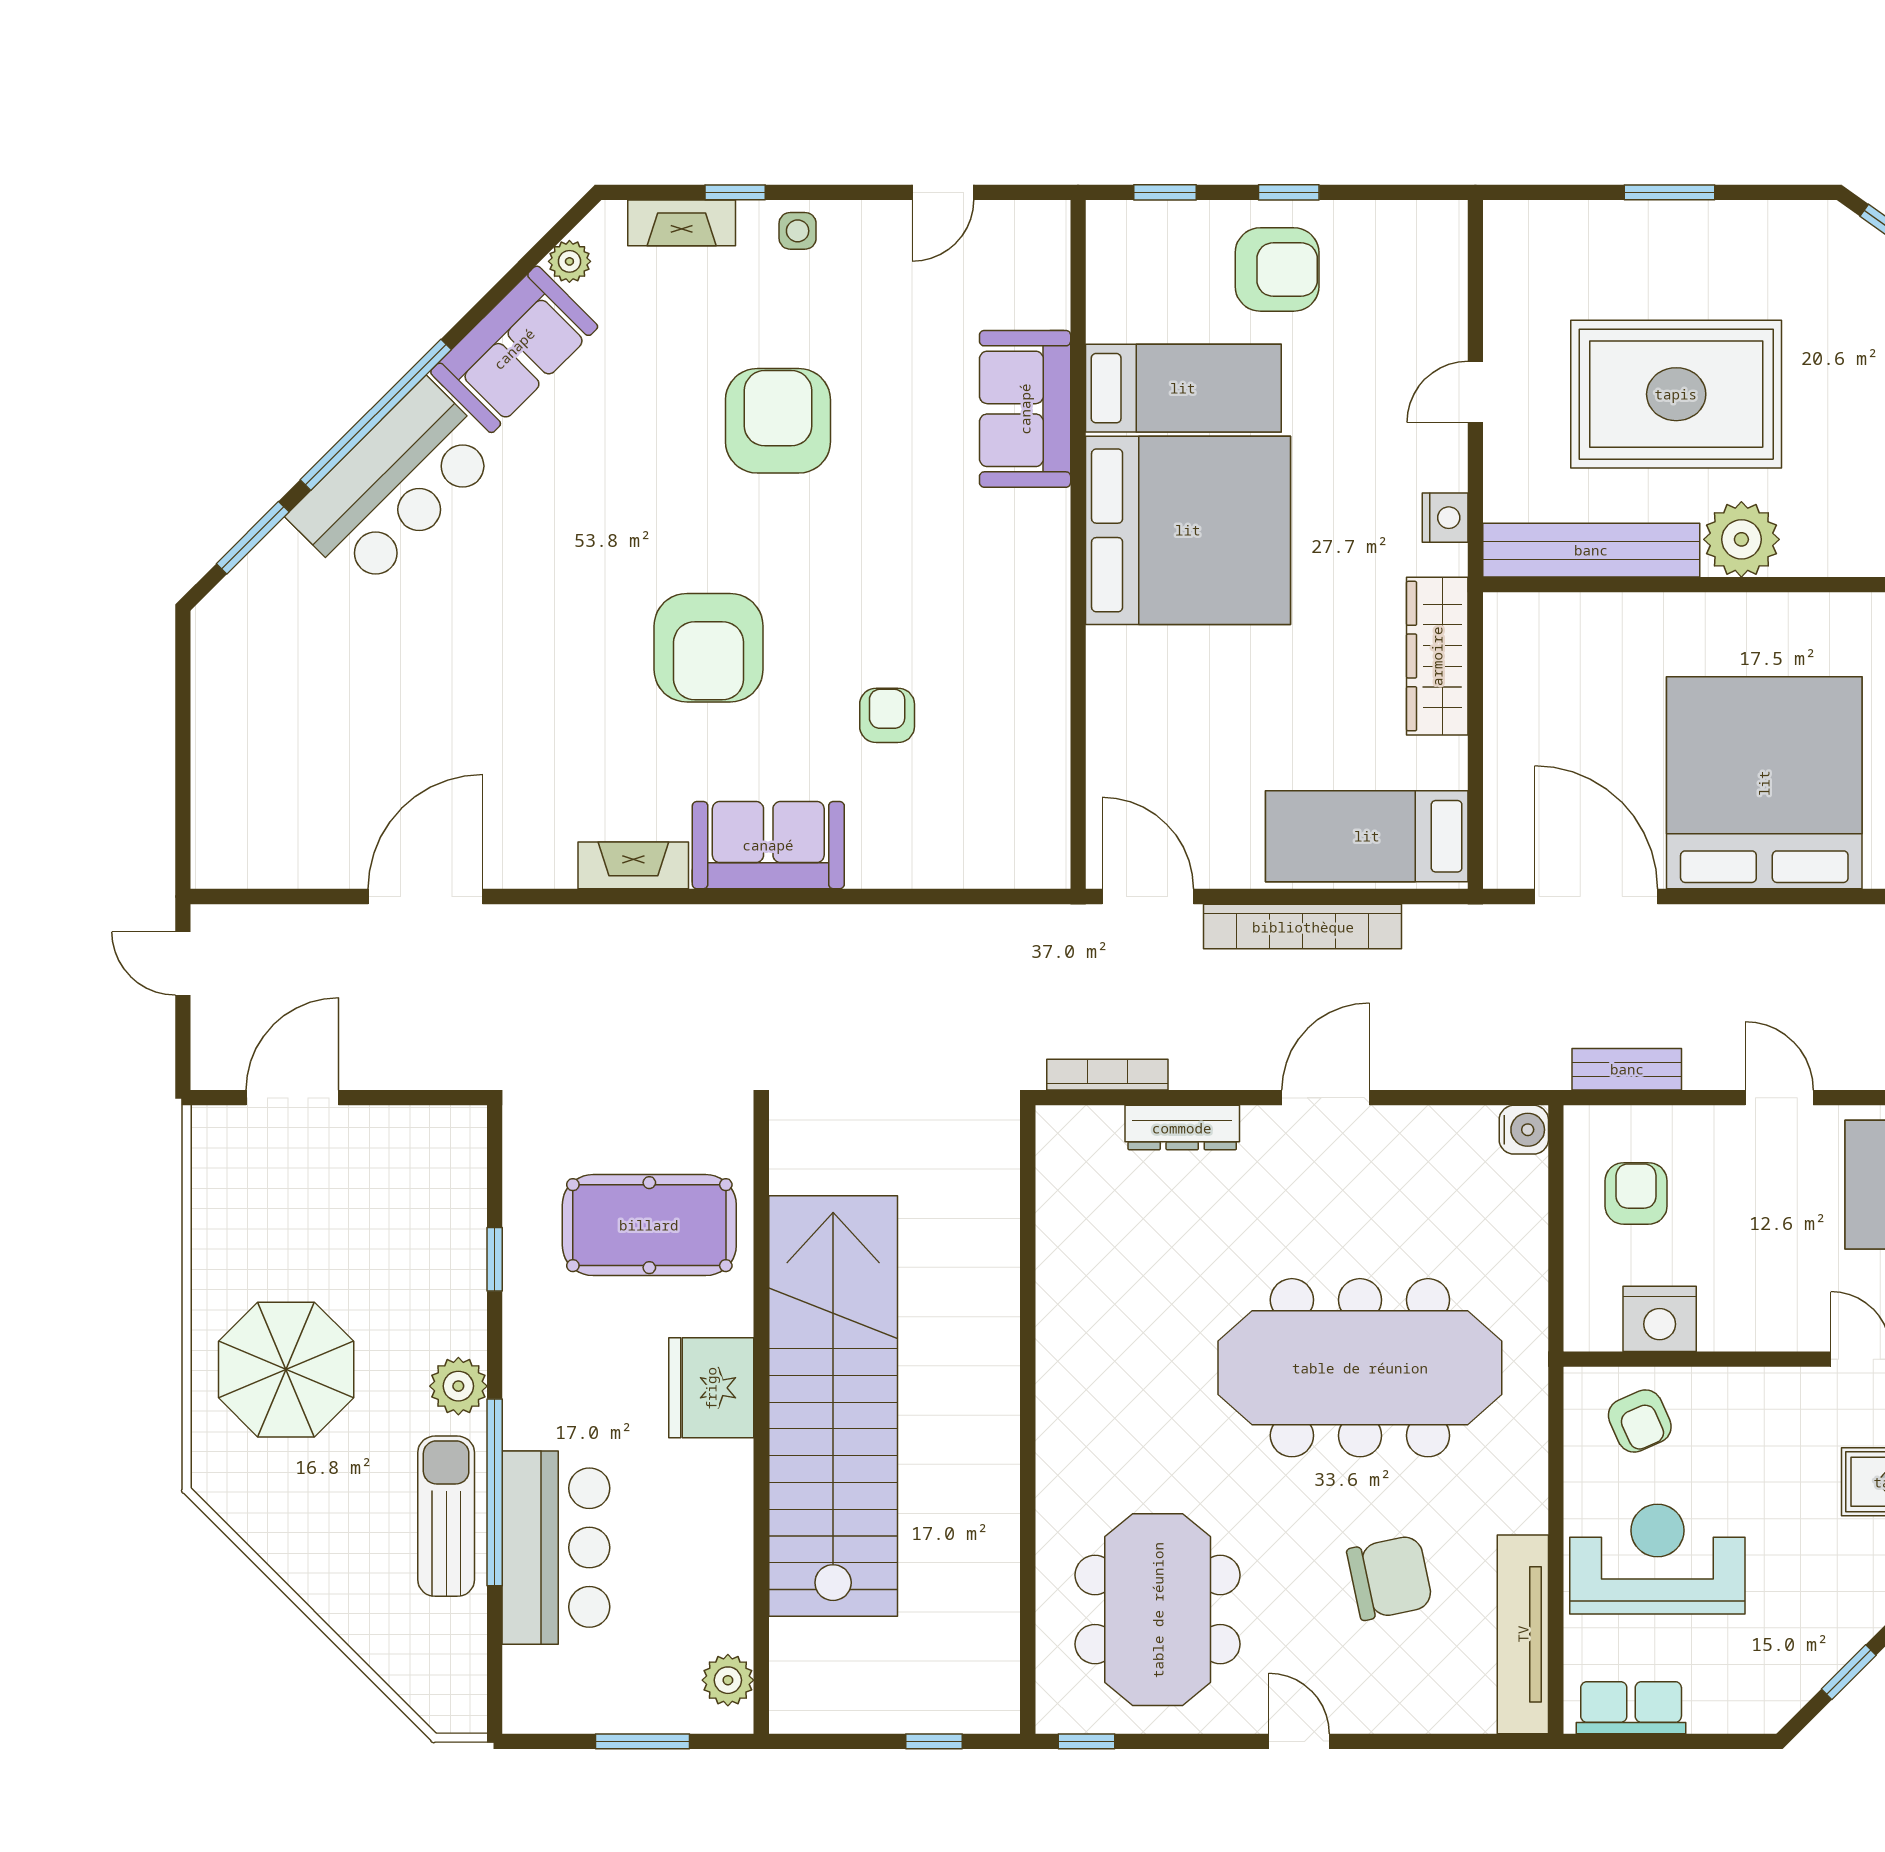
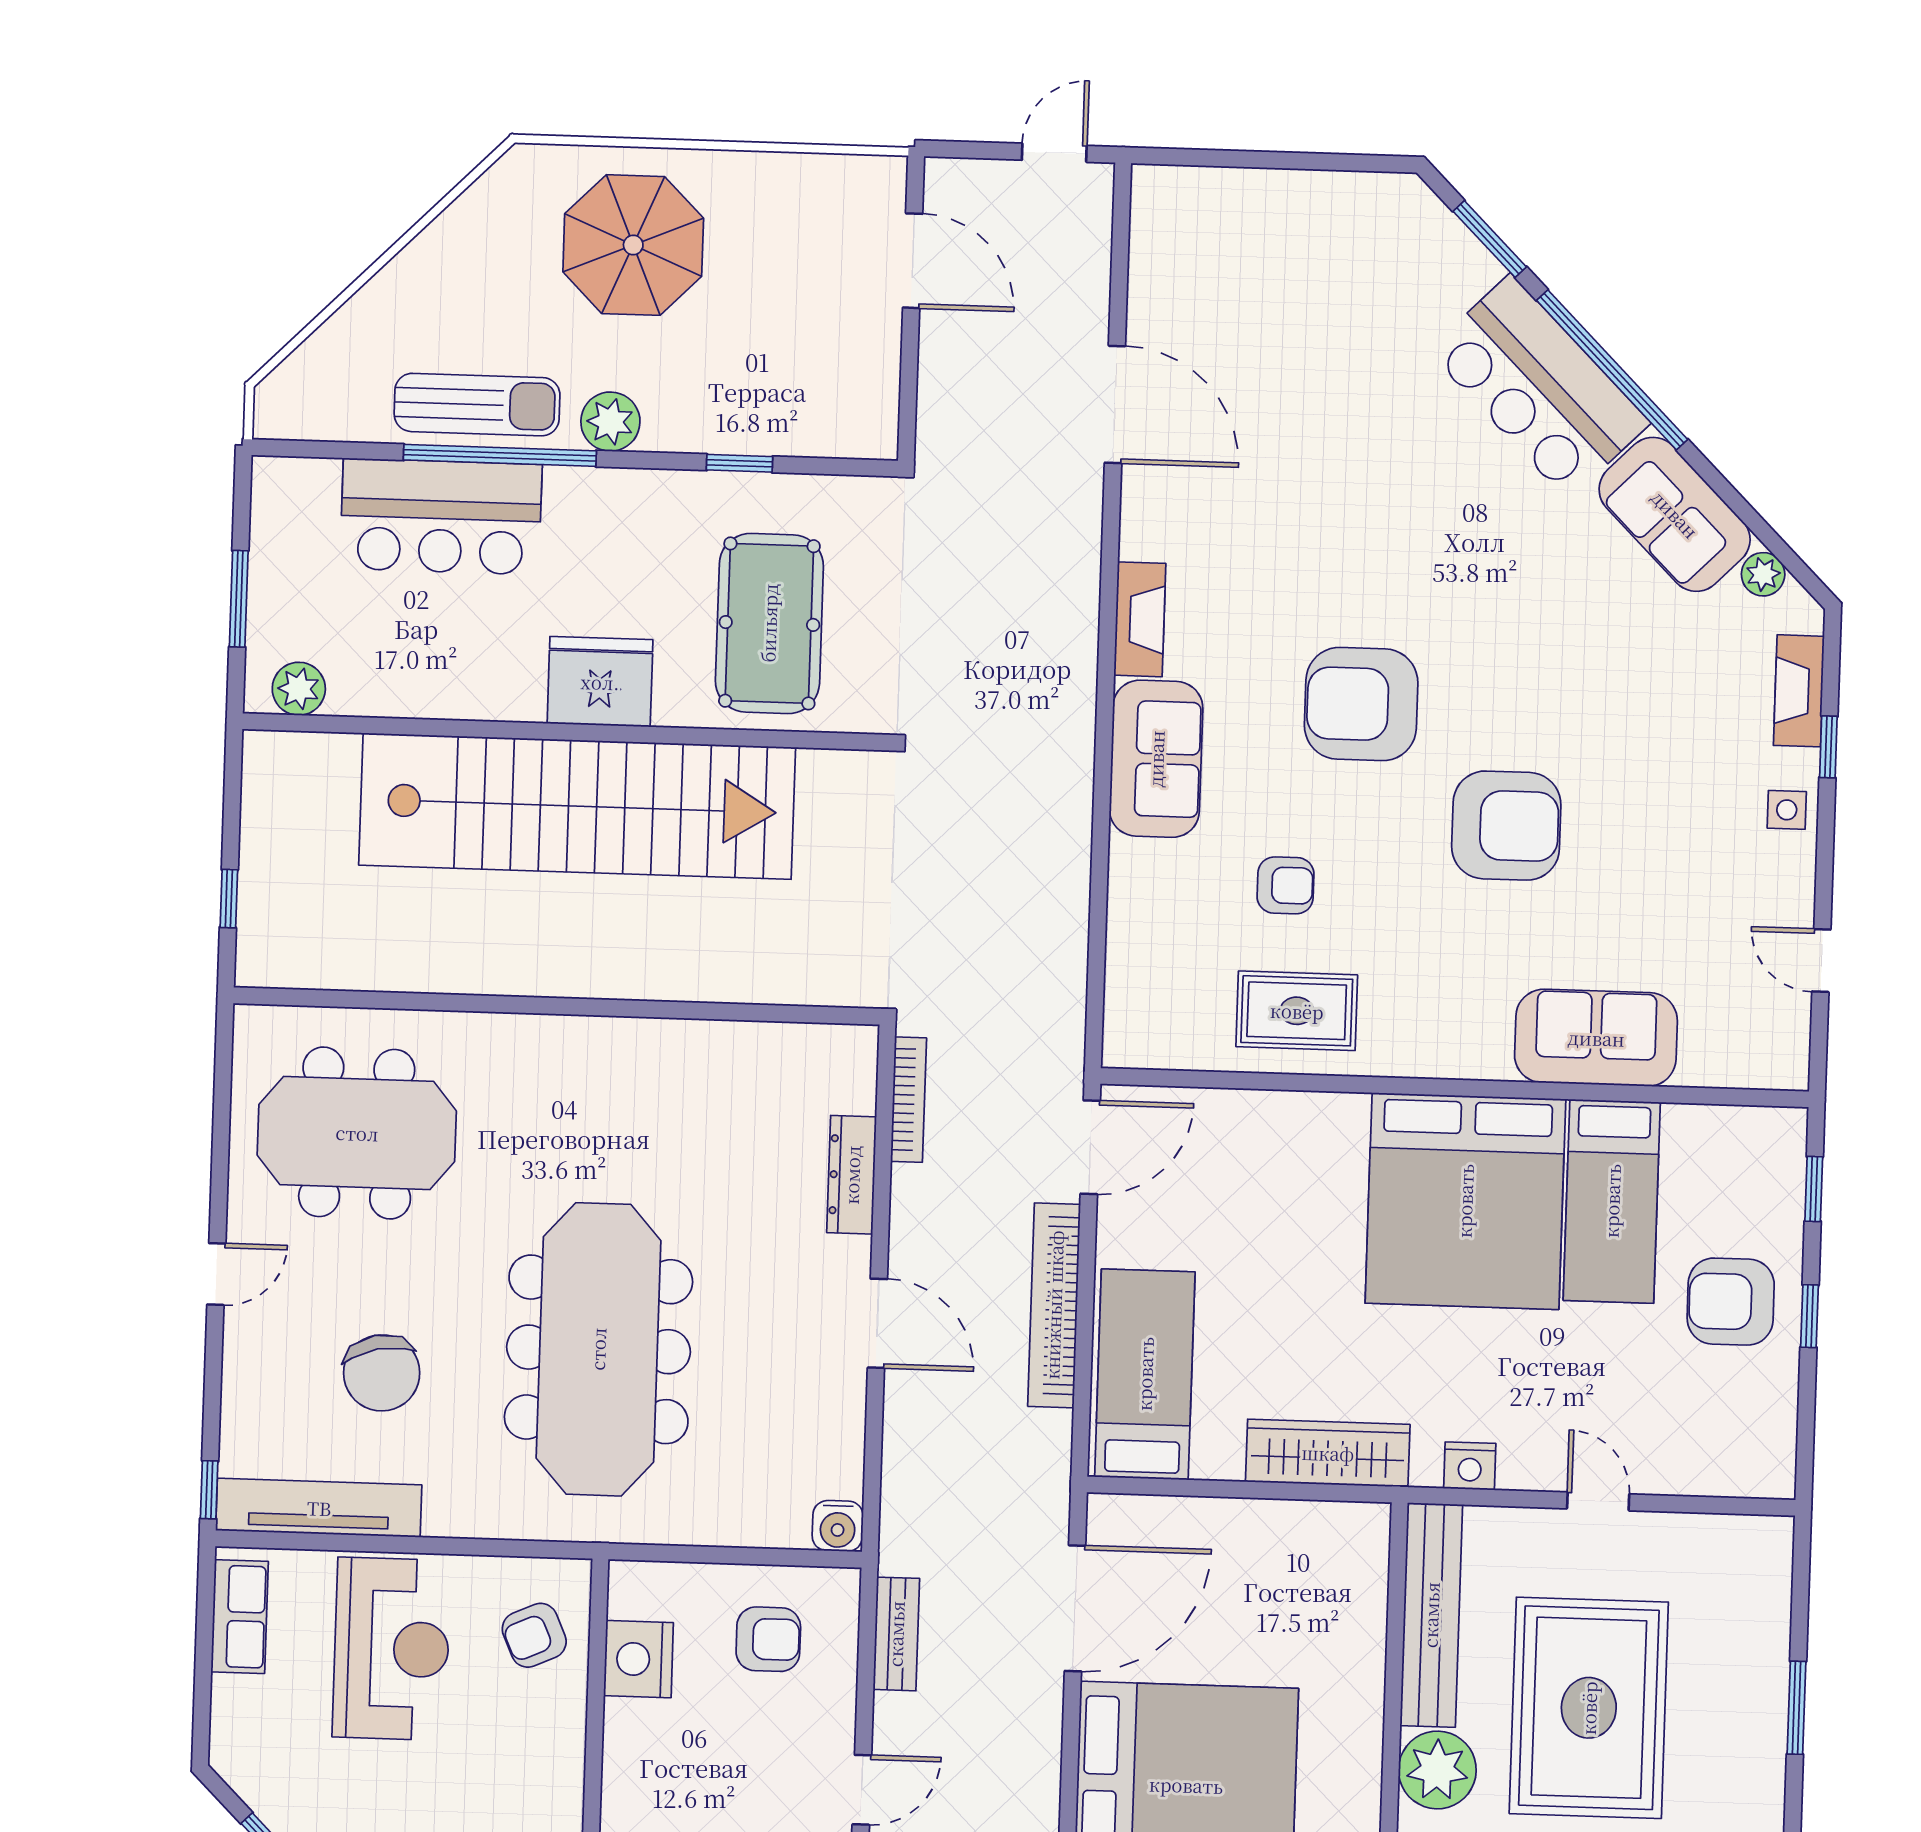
armchair: (1277, 269) -> (1731, 1302), turned 90
armchair: (778, 421) -> (1506, 826), moved
rug: (1009, 700) -> (1297, 1011), added
window: (1087, 1741) -> (209, 1490), moved

